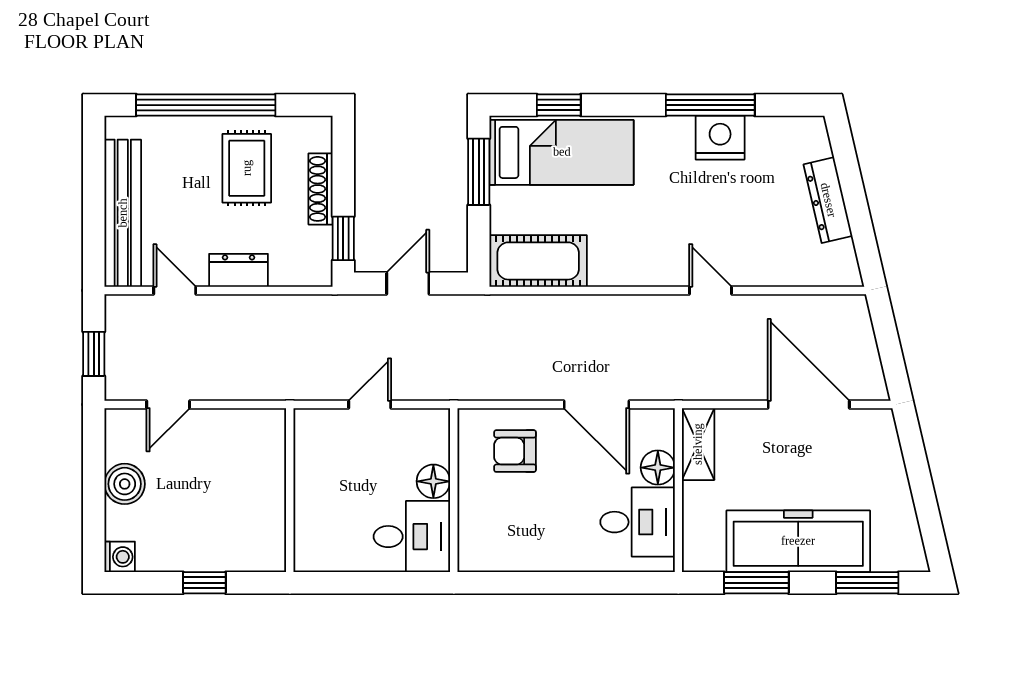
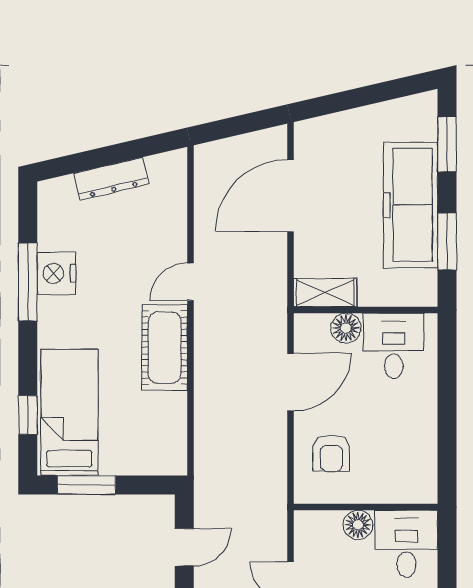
cot: (538, 261) -> (165, 348), moved
door: (408, 283) -> (184, 547), swing flipped

